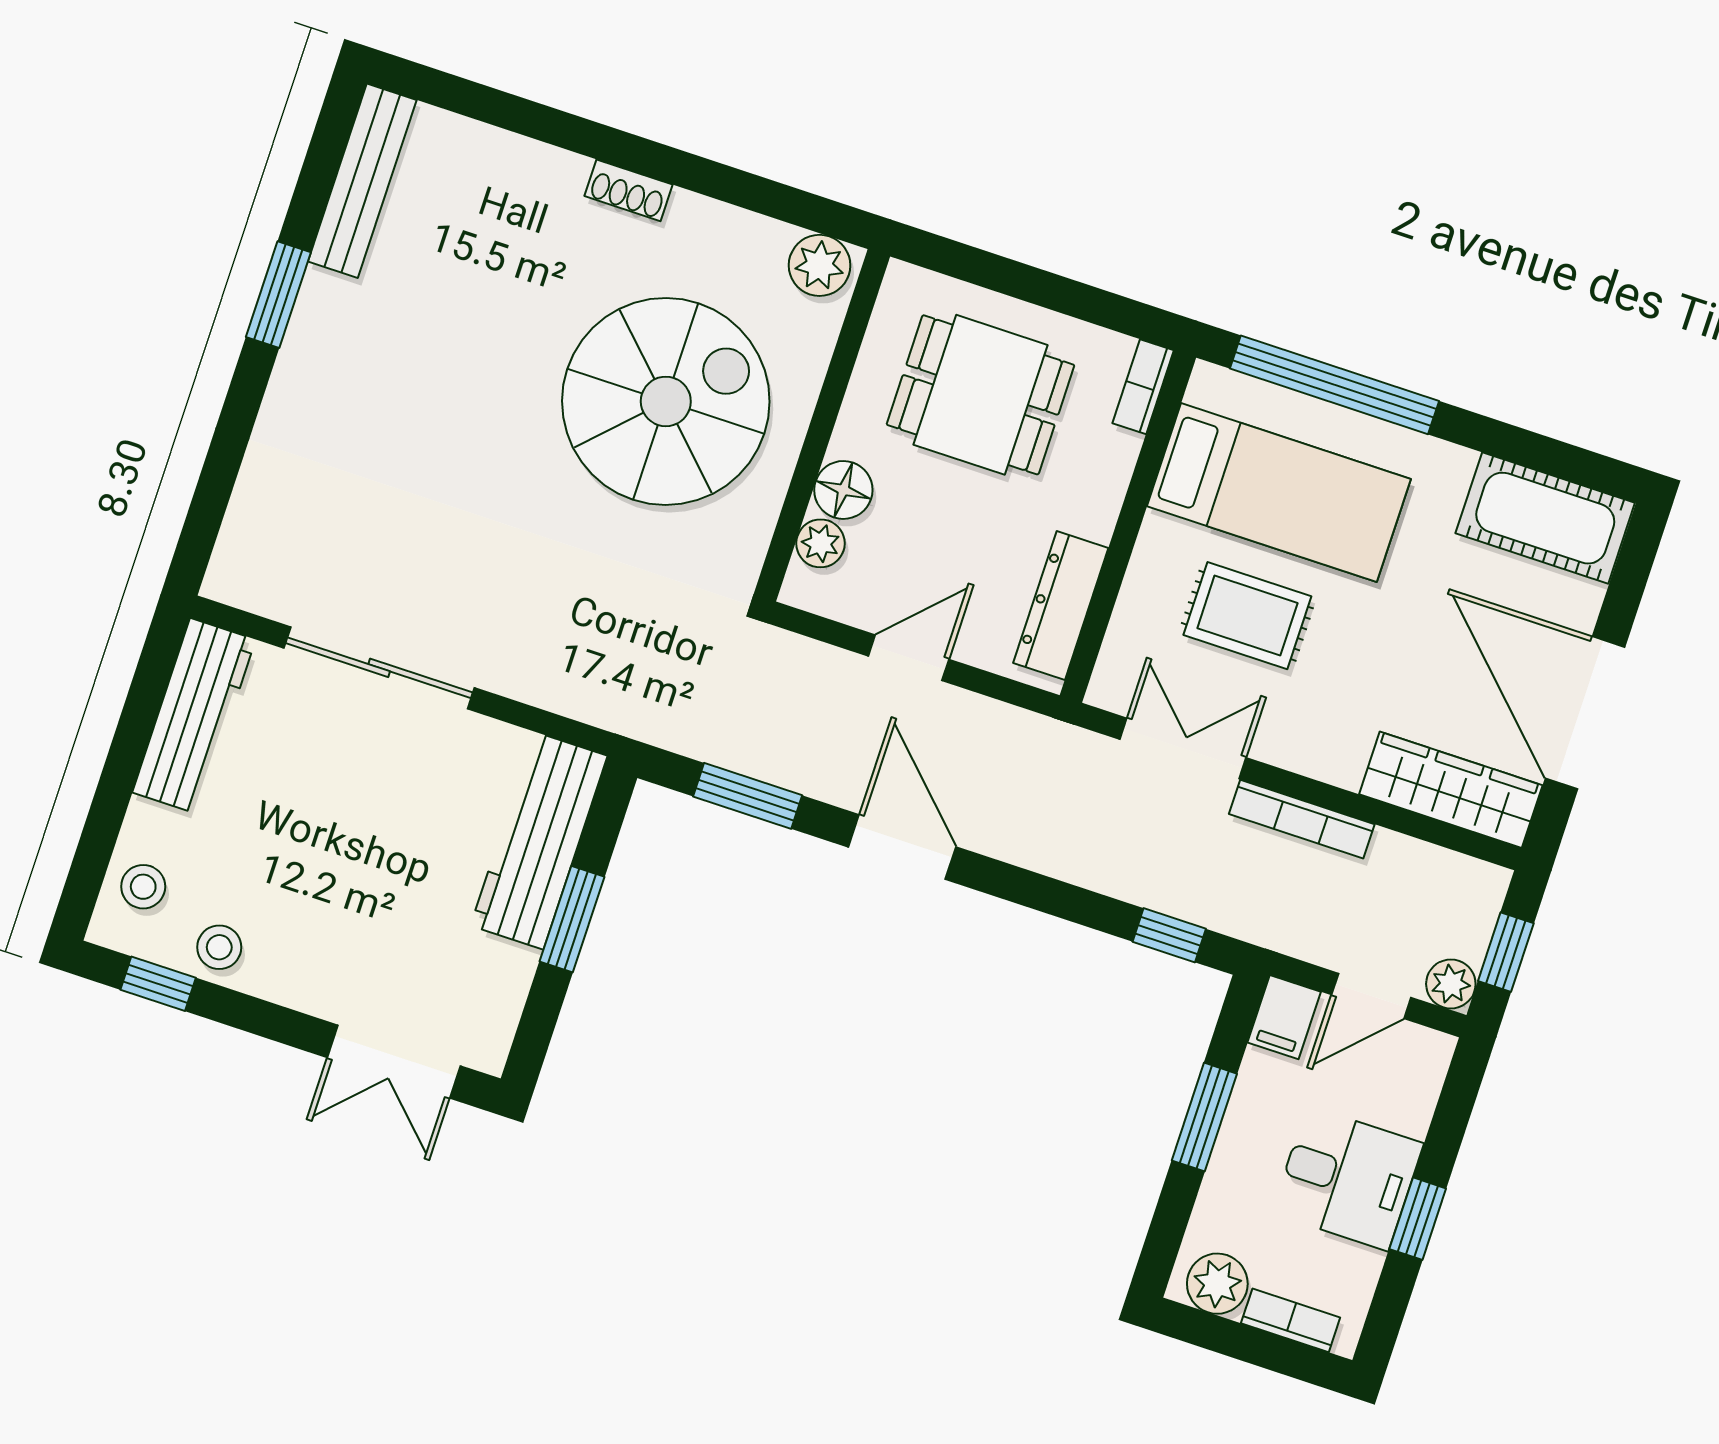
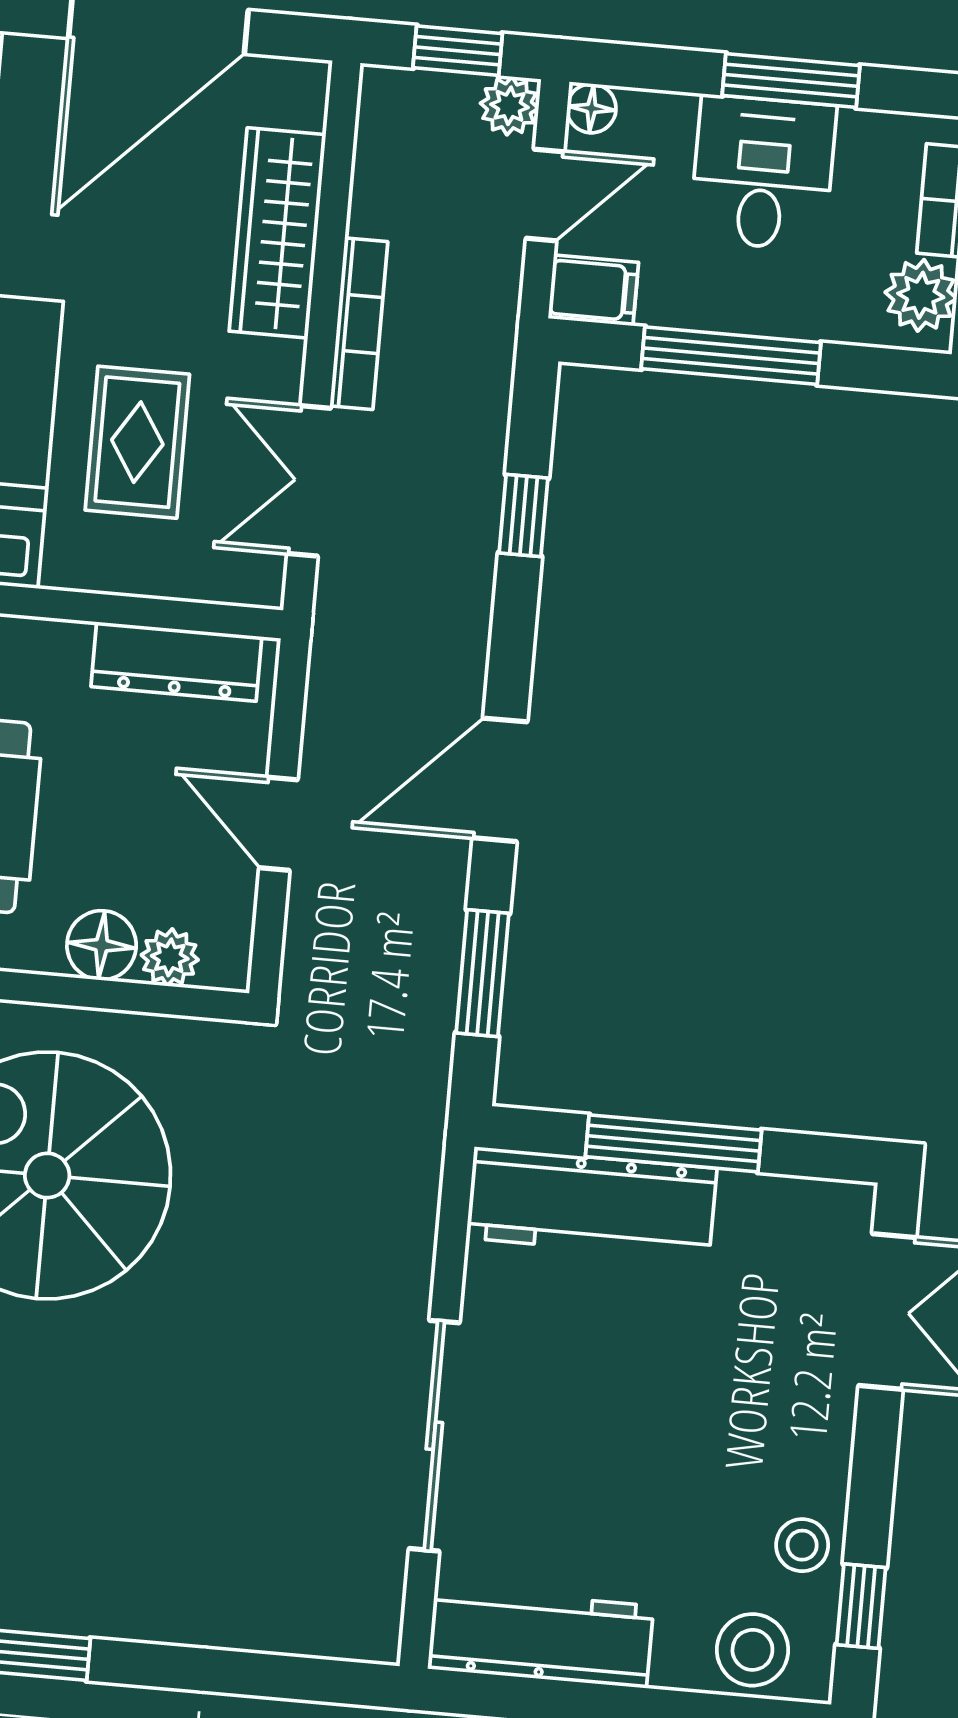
wardrobe: (1451, 790) -> (277, 233), moved
stool: (143, 887) -> (752, 1650), width x1.37, depth x1.37
window: (572, 919) -> (674, 1143), width x1.44
window: (1169, 935) -> (523, 515), moved
door: (1371, 996) -> (545, 195), hinge flipped
floor lamp: (1433, 1050) -> (591, 108), added
window: (1204, 1117) -> (731, 356), width x1.44
window: (1418, 1219) -> (791, 80), width x1.50

